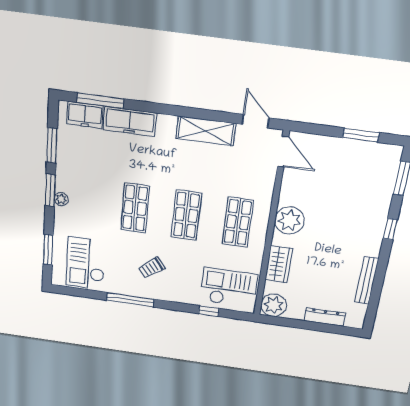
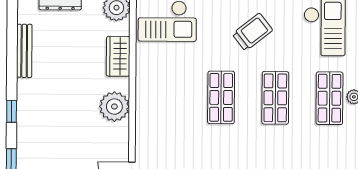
shop shelf: (238, 222) -> (329, 98), moved
trolley: (152, 268) -> (252, 32), width x1.36, depth x1.39

